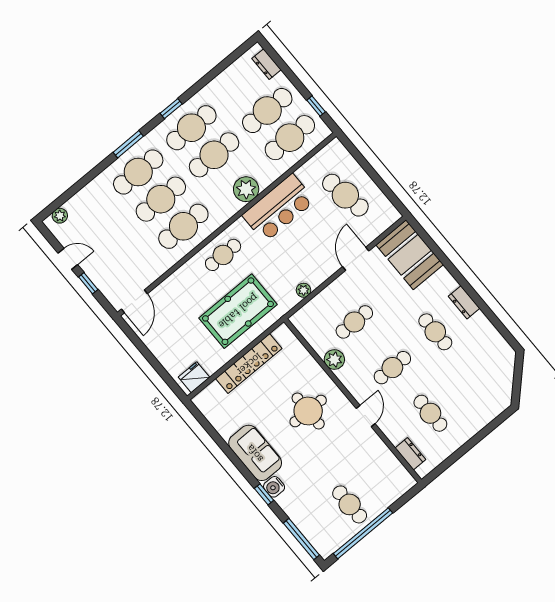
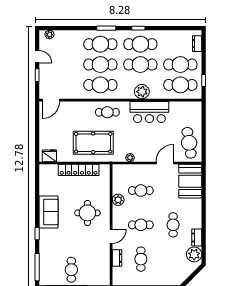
cafe table: (345, 195) -> (189, 143), moved
dresser: (464, 302) -> (197, 238), moved
plant: (496, 348) -> (194, 254), added
dresser: (410, 454) -> (117, 258), moved
water cooler: (274, 487) -> (44, 234), removed

